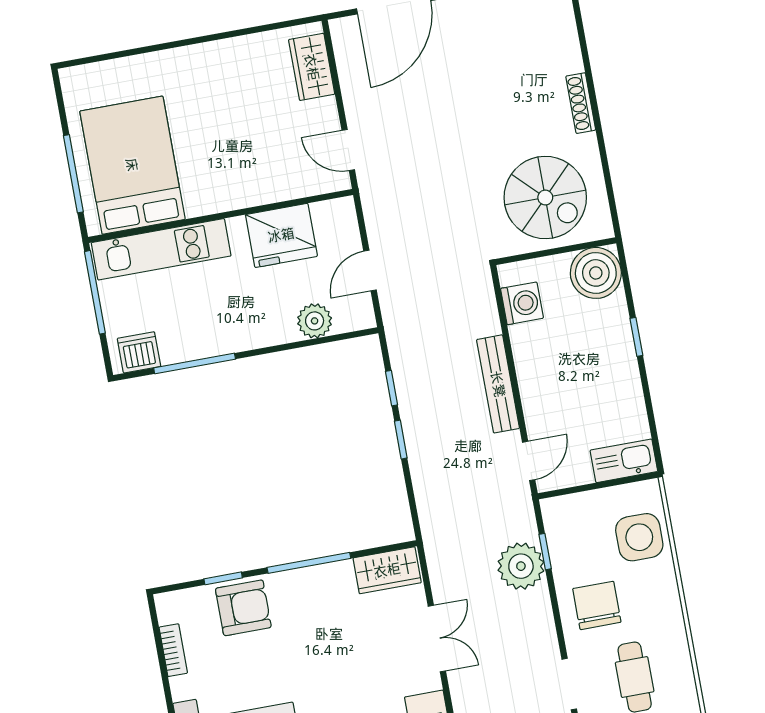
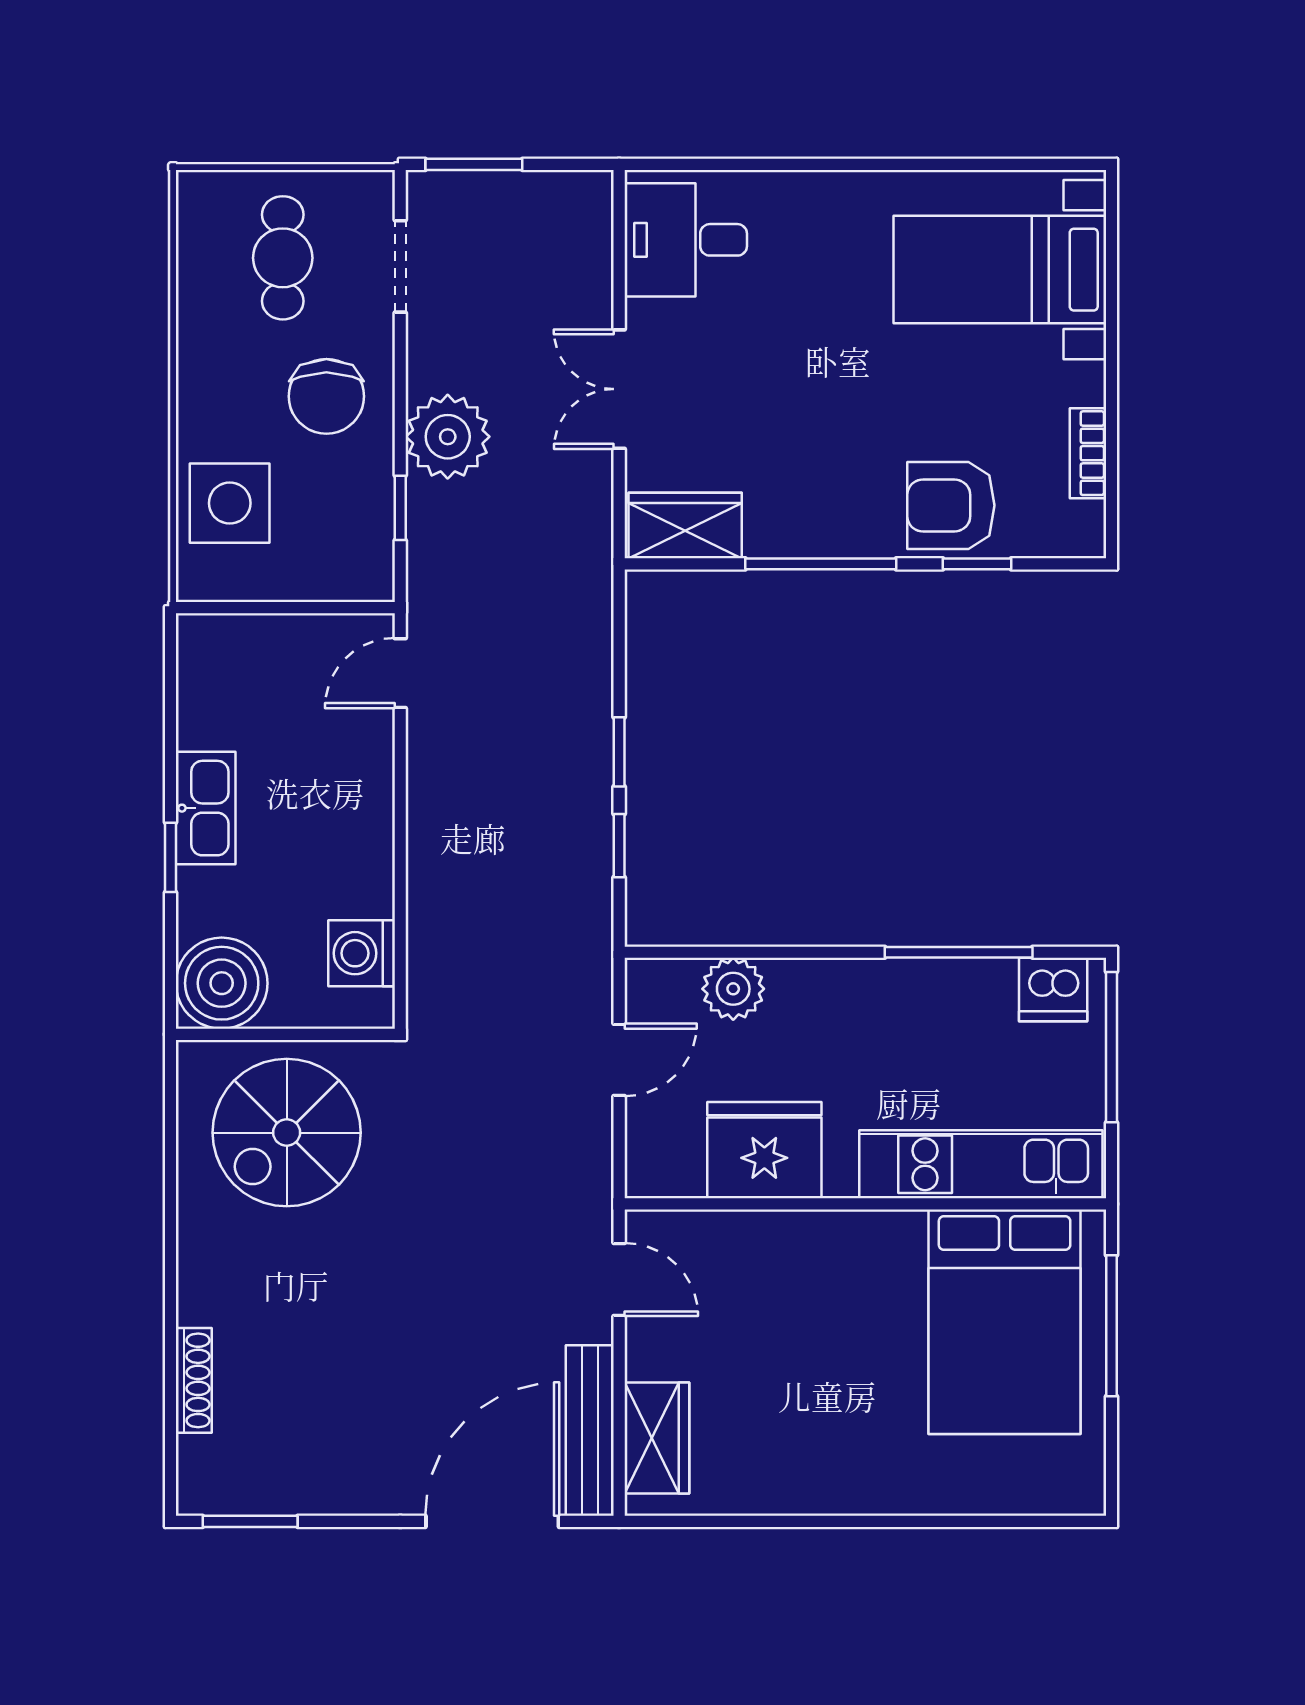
shoe rack: (581, 103) -> (194, 1380), moved
spiral stairs: (545, 198) -> (287, 1133), turned -90
window: (95, 292) -> (1112, 1047), moved
bench: (498, 384) -> (590, 1431), moved
kitchen sink: (624, 461) -> (206, 808), moved, turned -90
plant: (521, 566) -> (448, 437), moved

